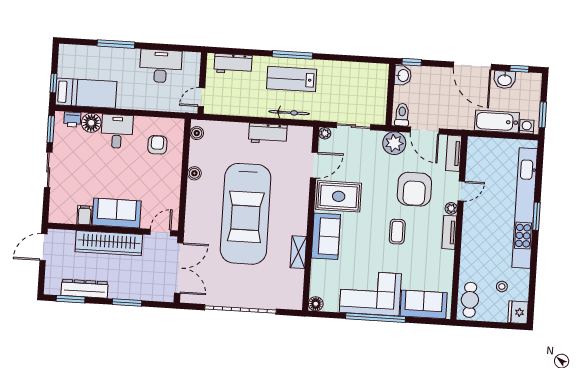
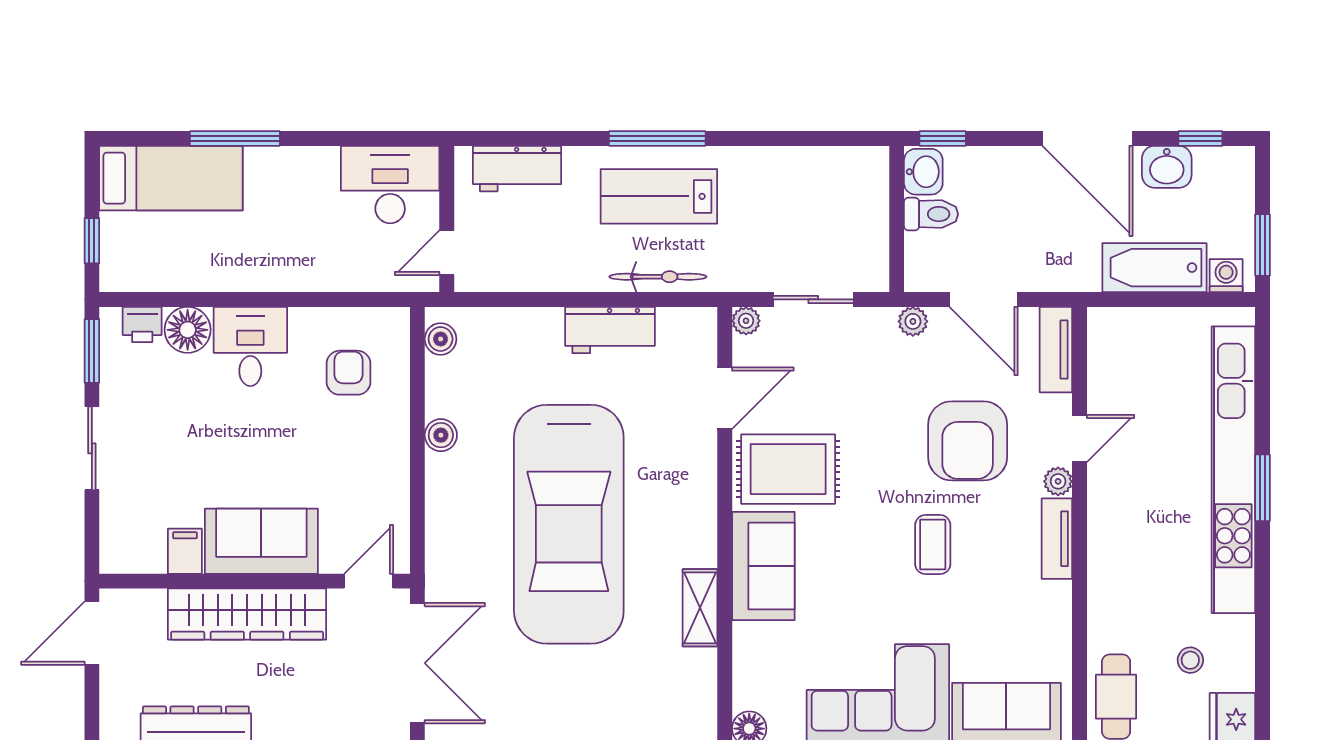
desk: (161, 66) -> (390, 185), moved
bed: (86, 93) -> (171, 178), moved
toilet: (402, 115) -> (931, 214), moved, turned 90
plant: (394, 143) -> (913, 321), width x0.53, depth x0.53

